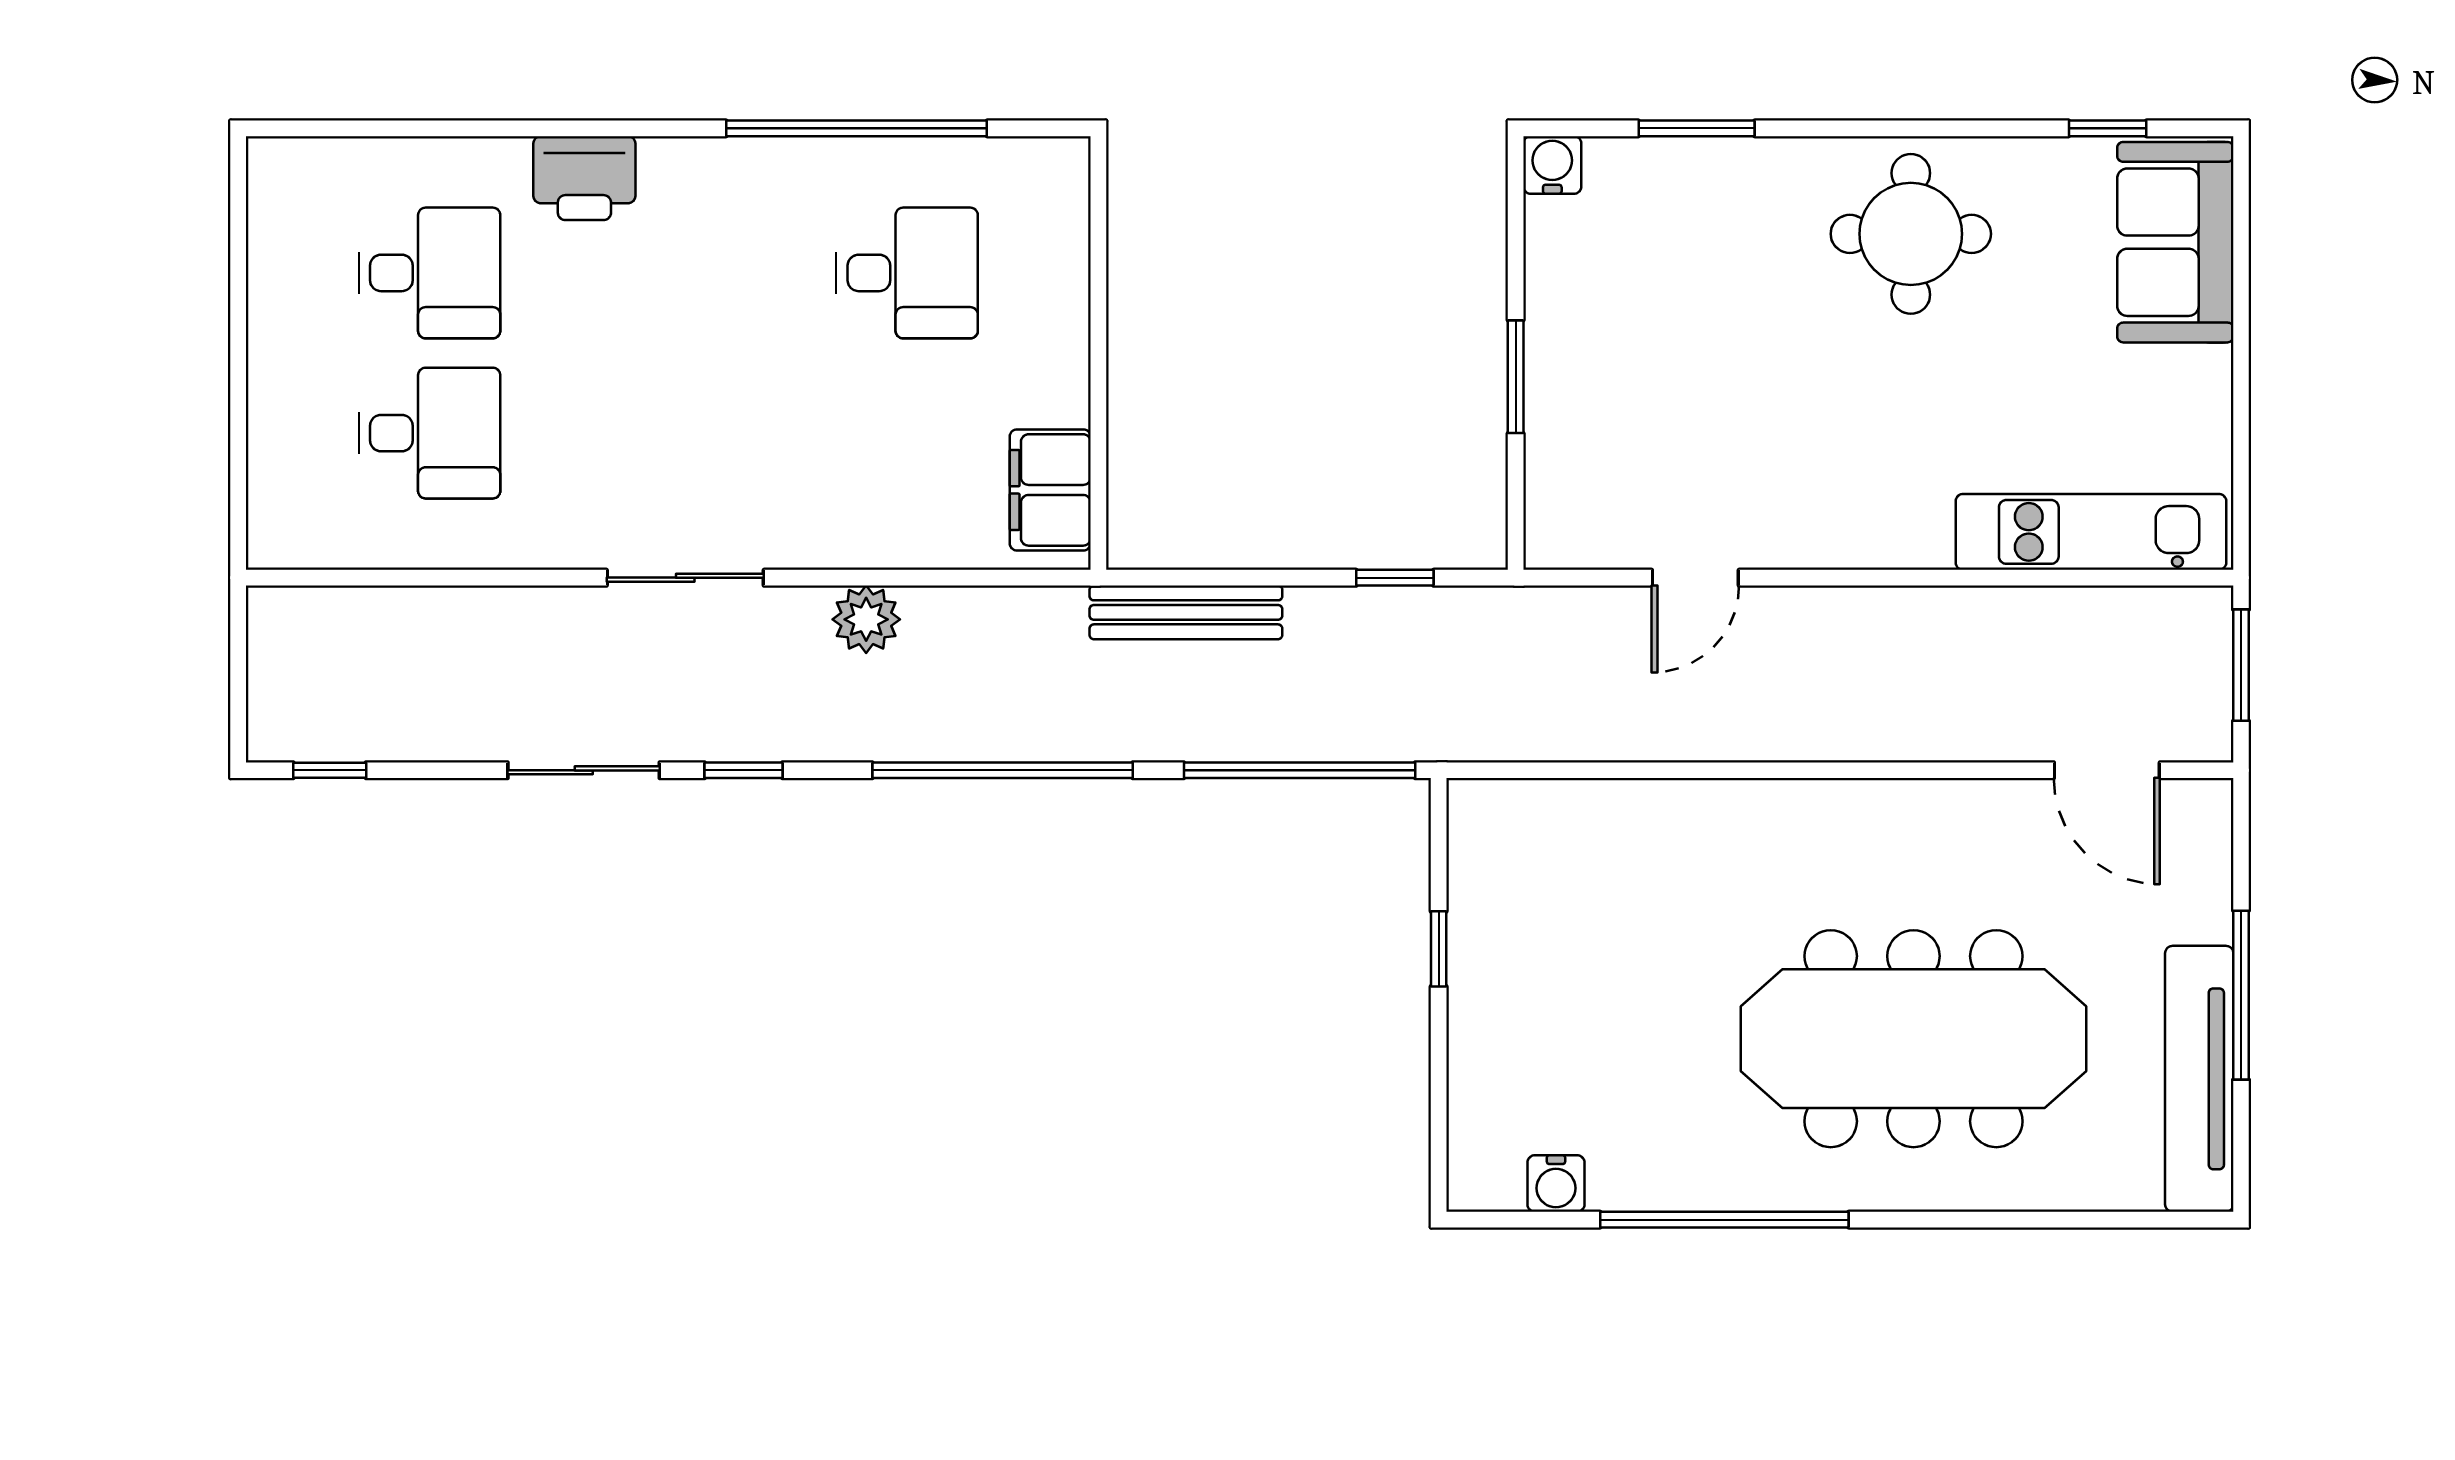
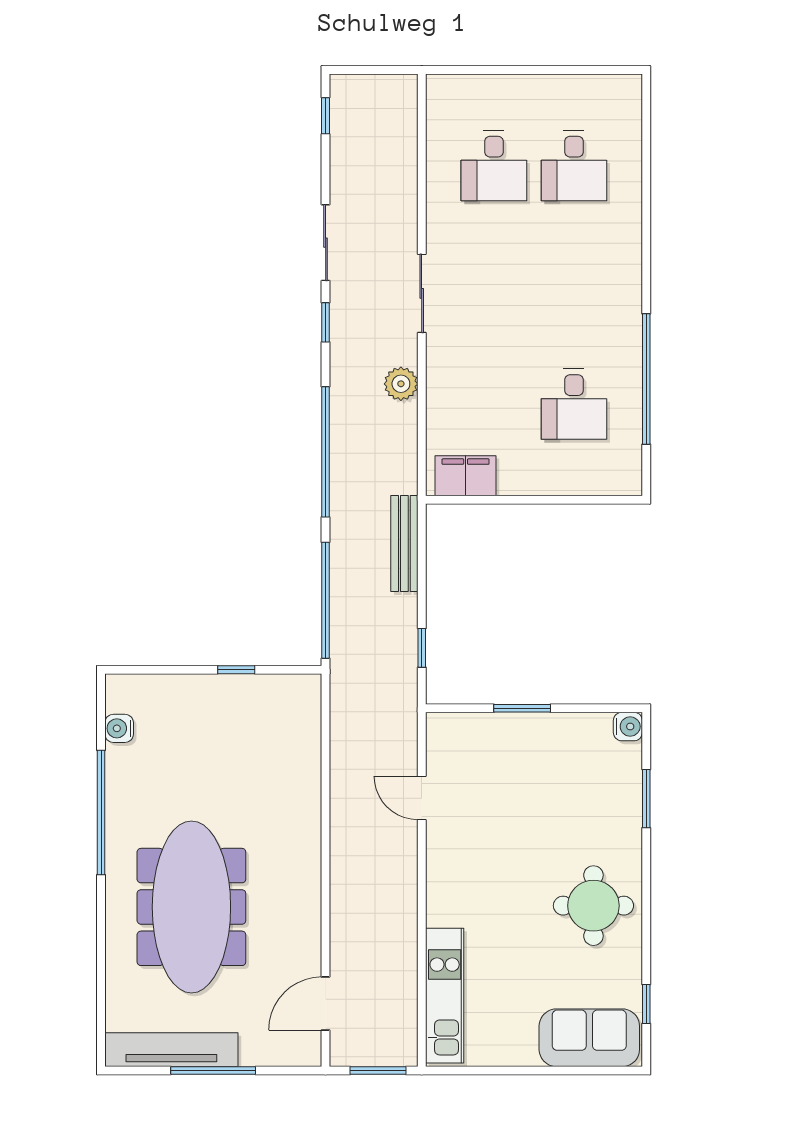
printer: (584, 178) -> (621, 243), removed

